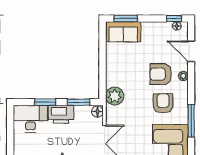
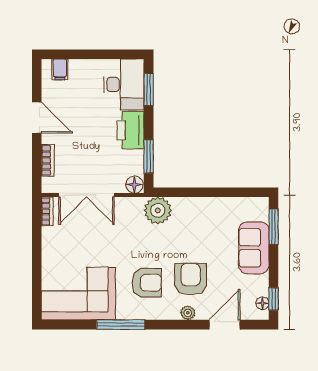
sofa: (123, 32) -> (254, 248), moved
window: (45, 102) -> (149, 90), moved

